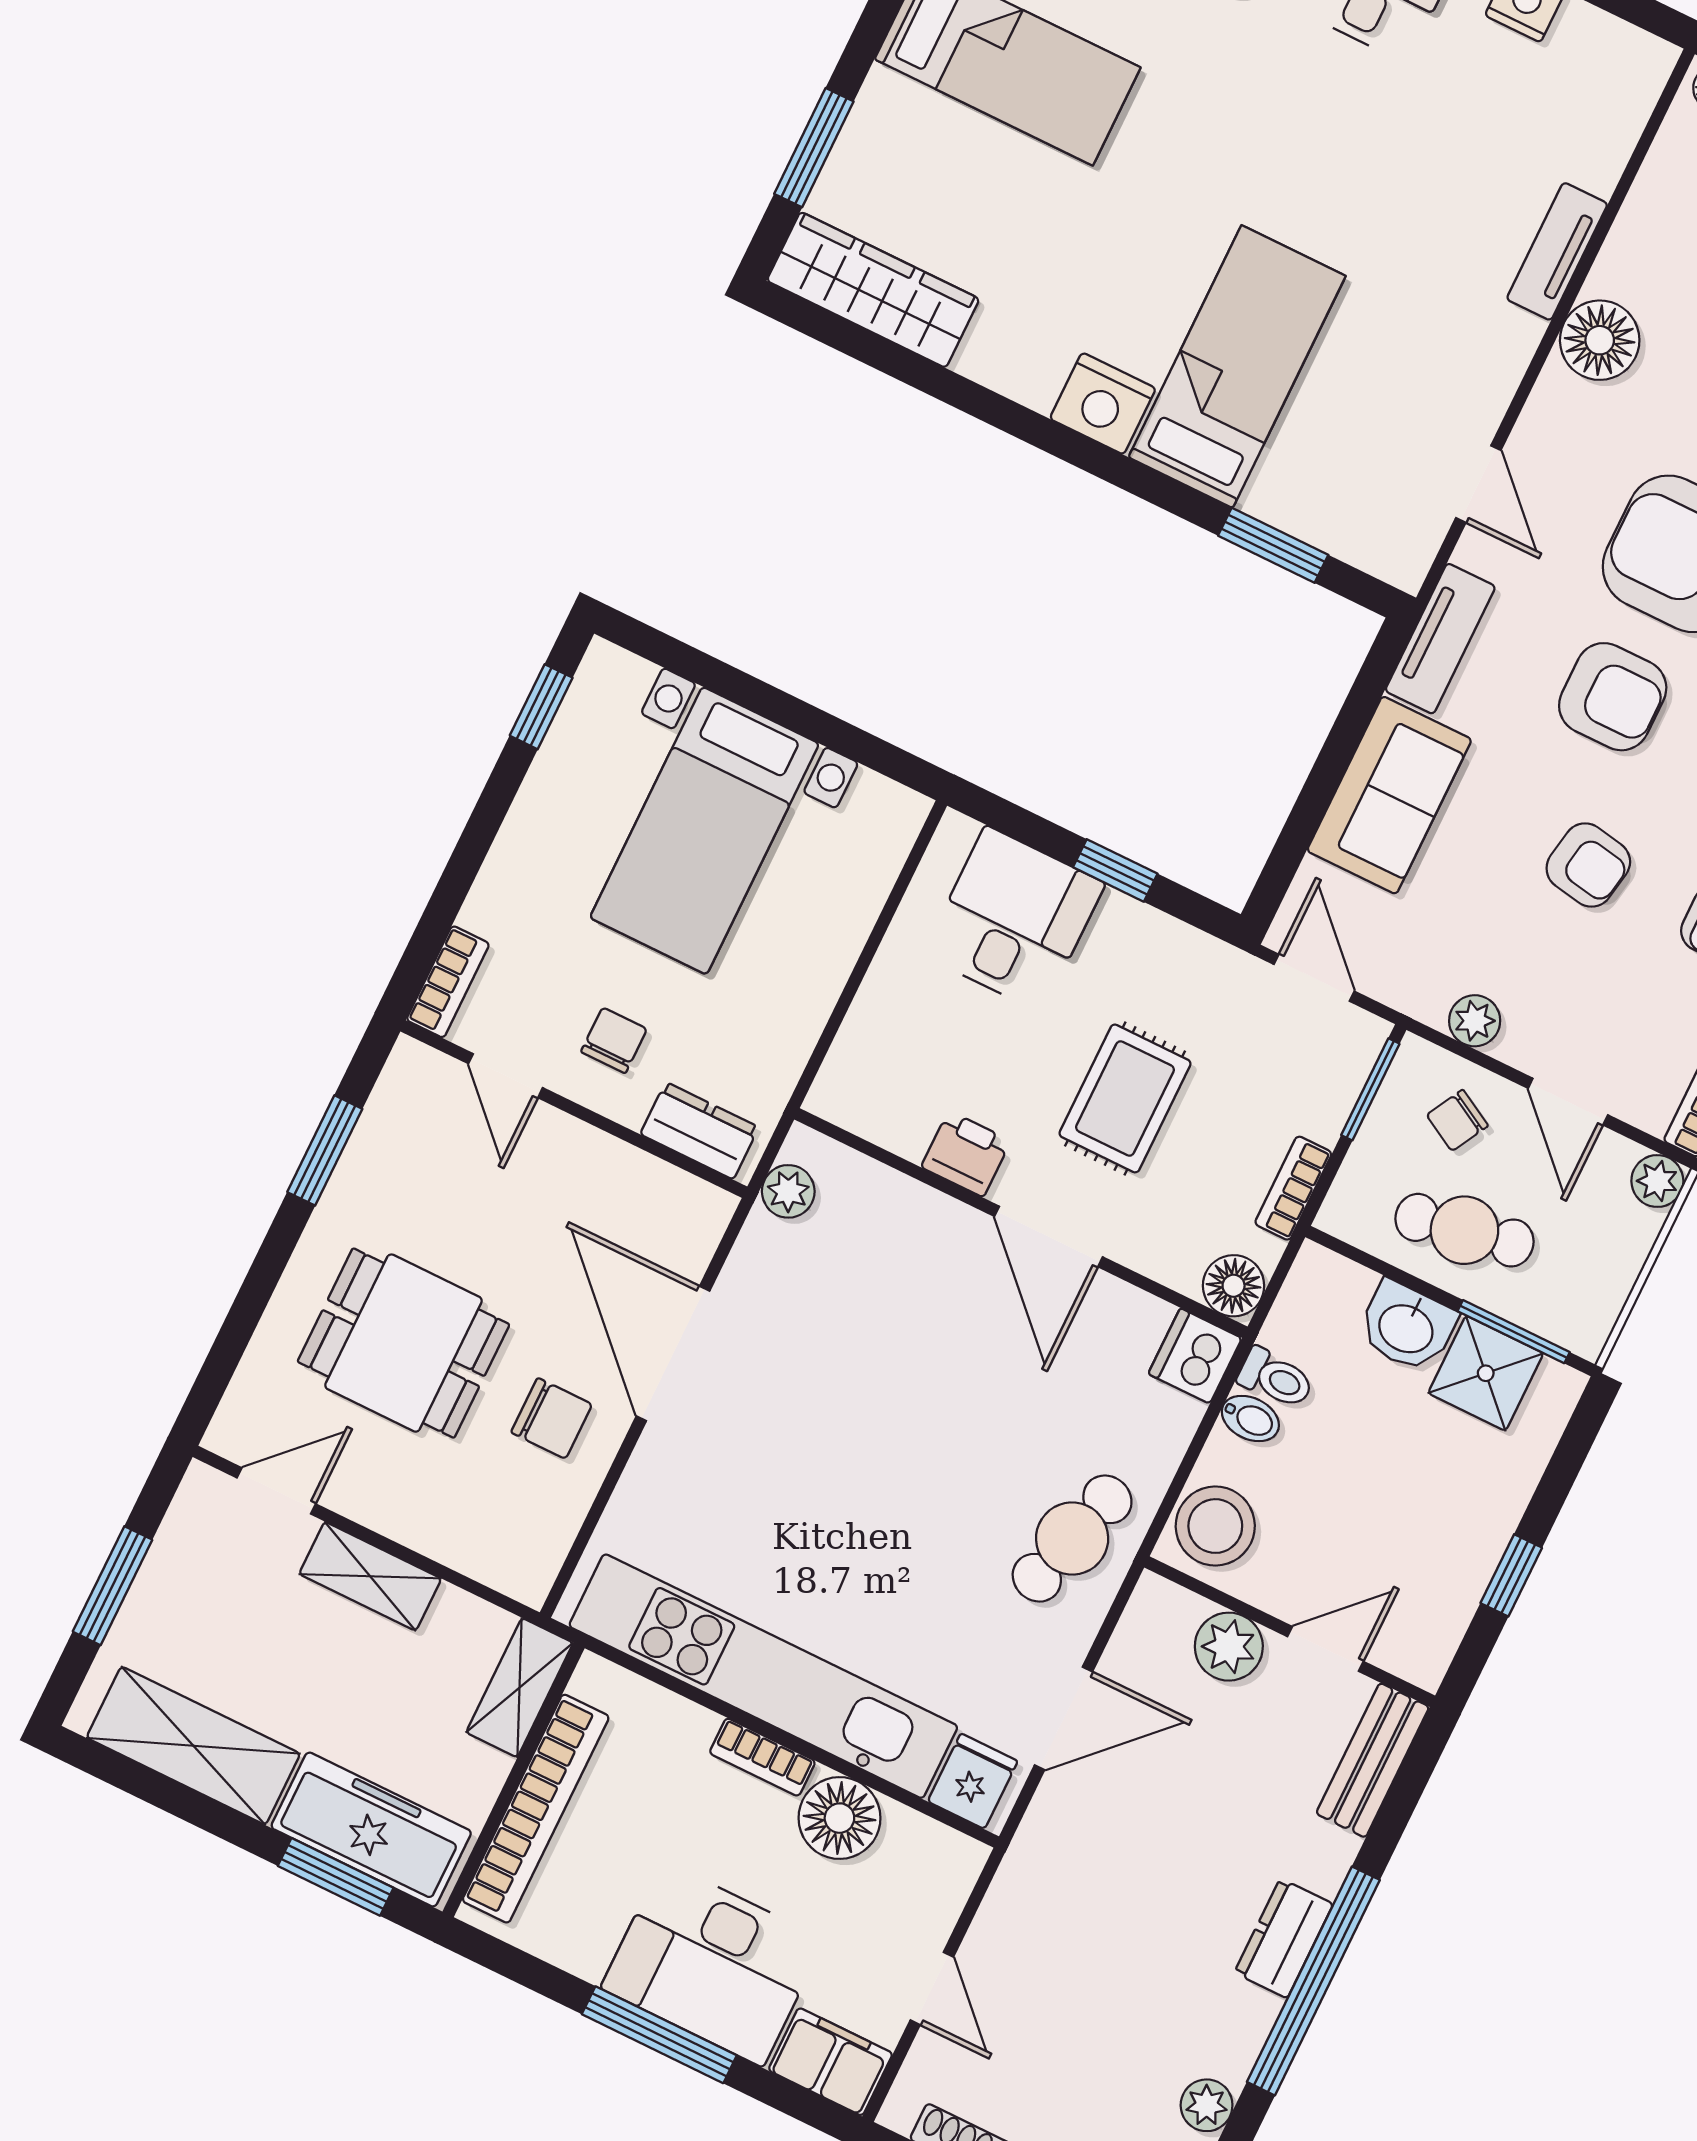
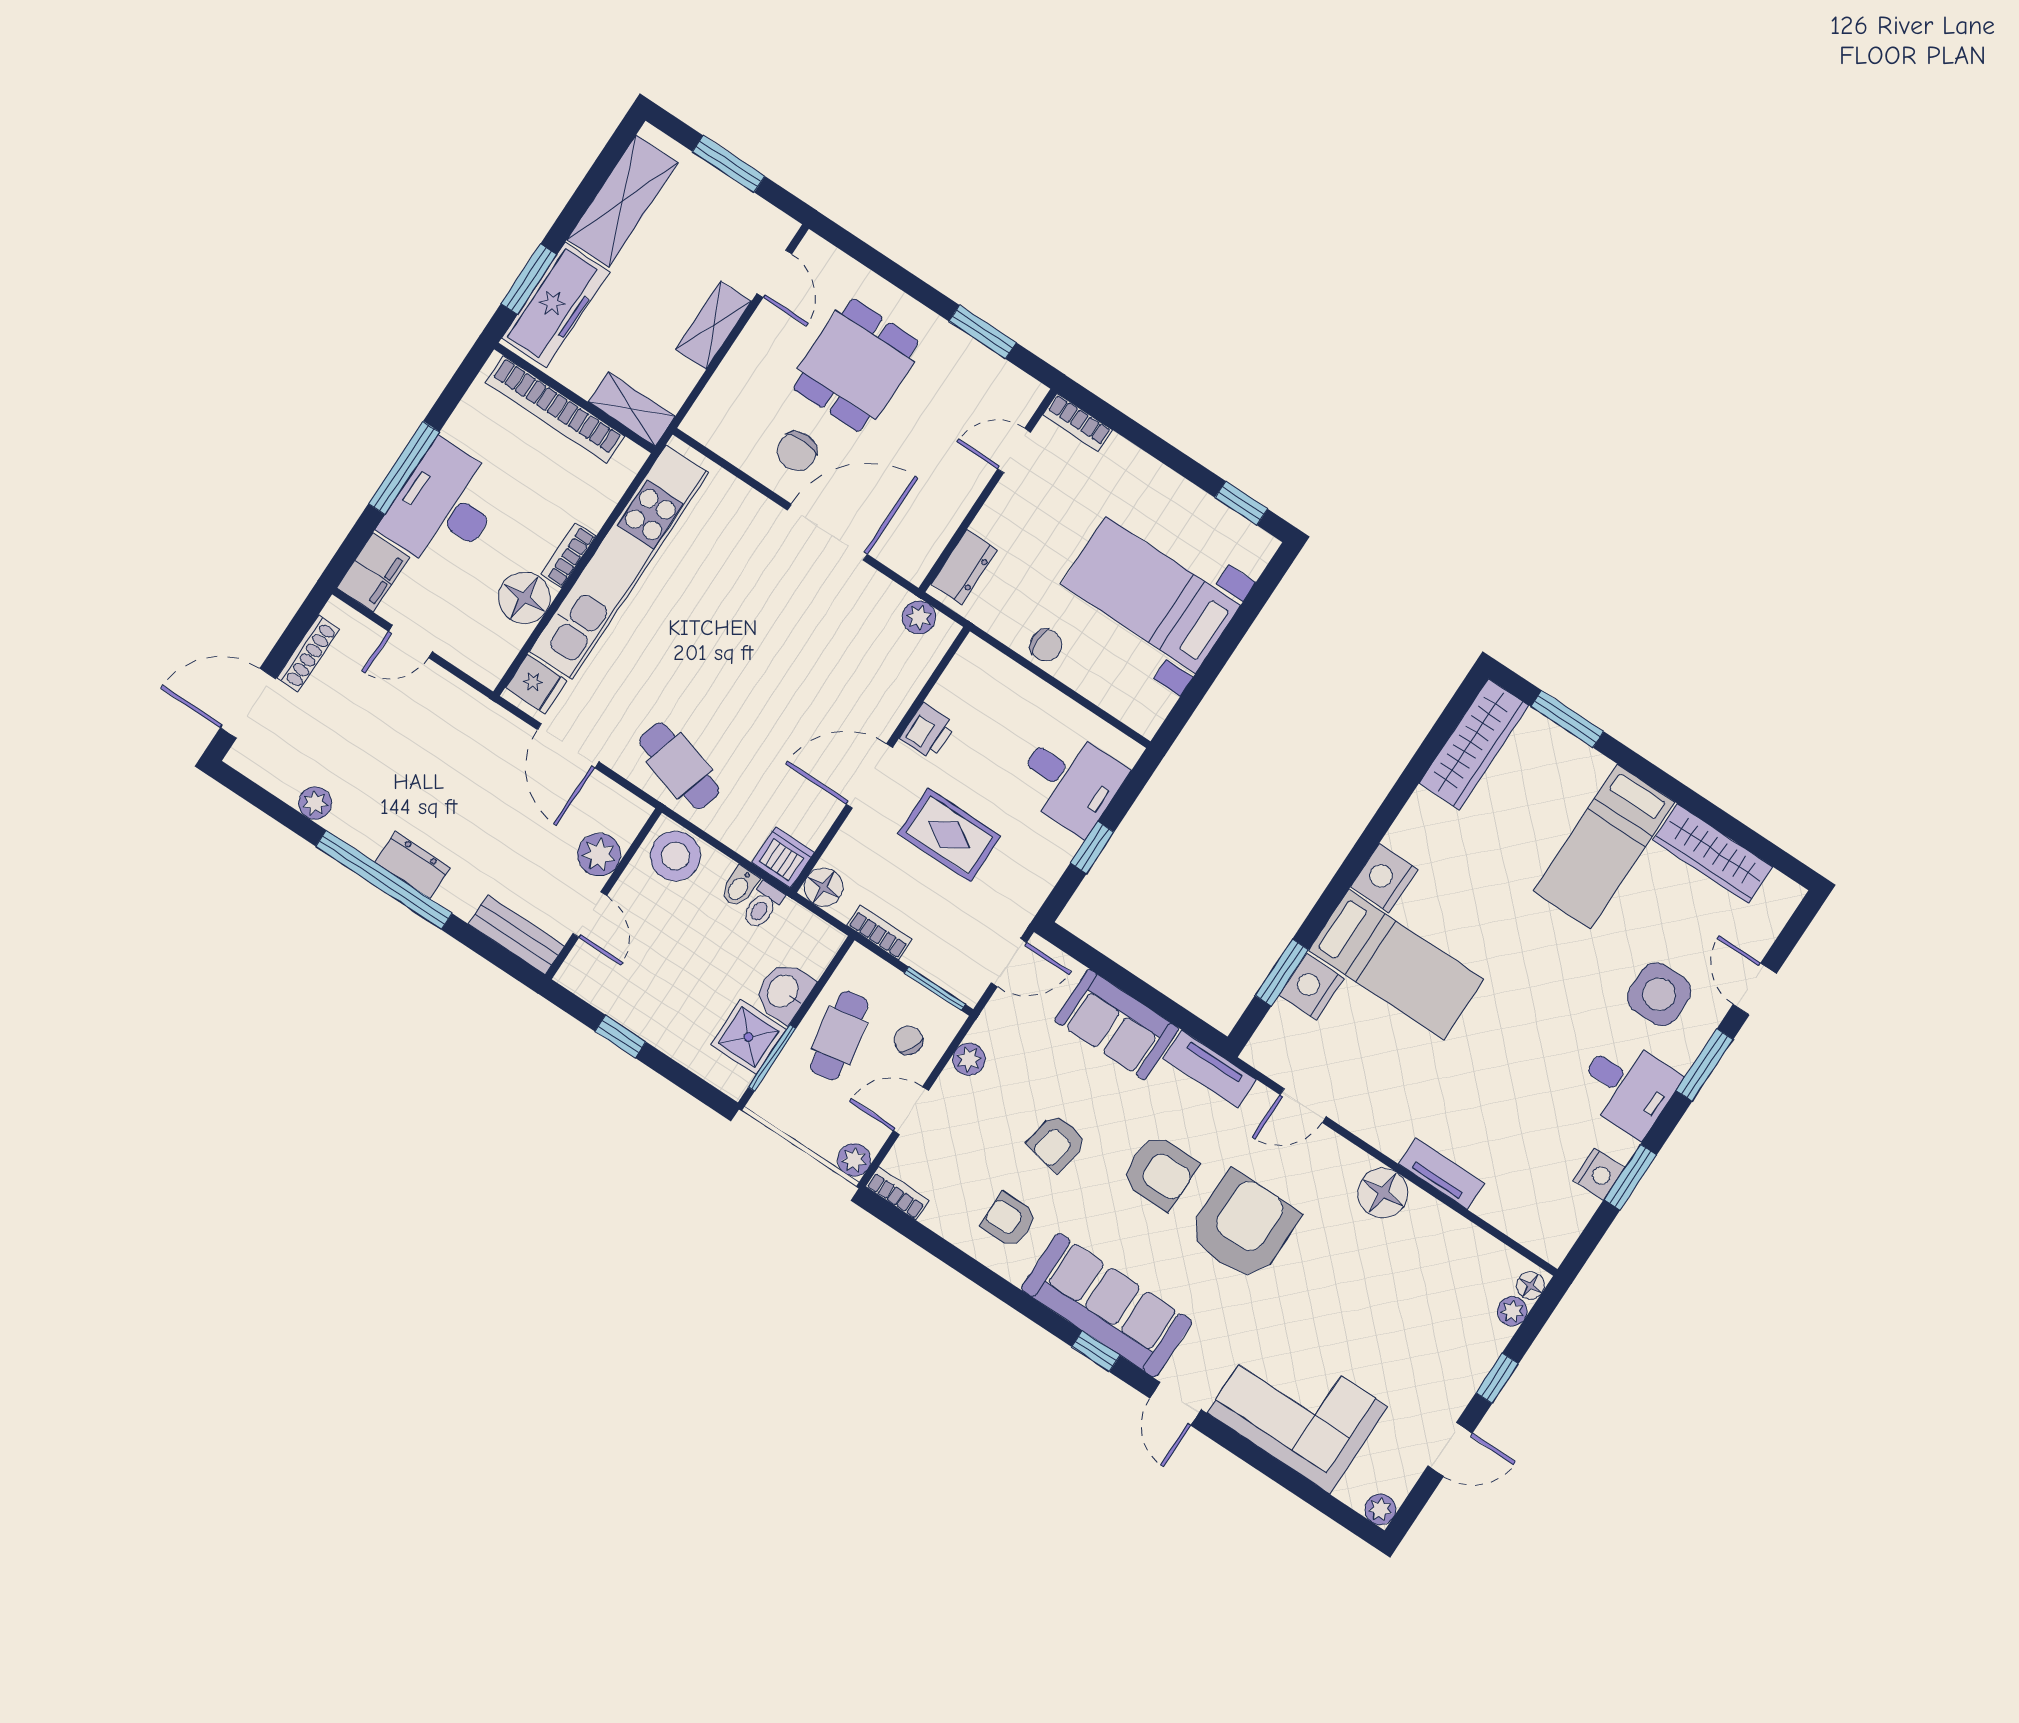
nightstand: (1289, 496) -> (1311, 987), added
armchair: (1613, 697) -> (1160, 1172), turned -90
chair: (614, 1040) -> (1046, 645), moved

